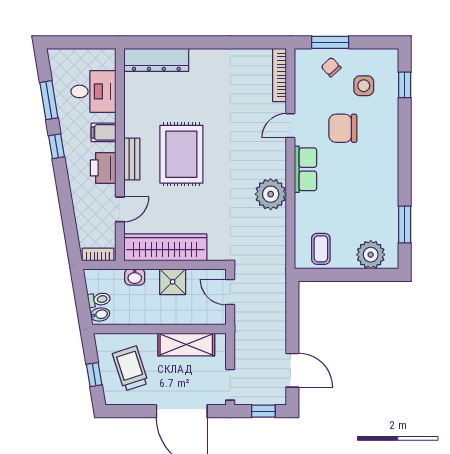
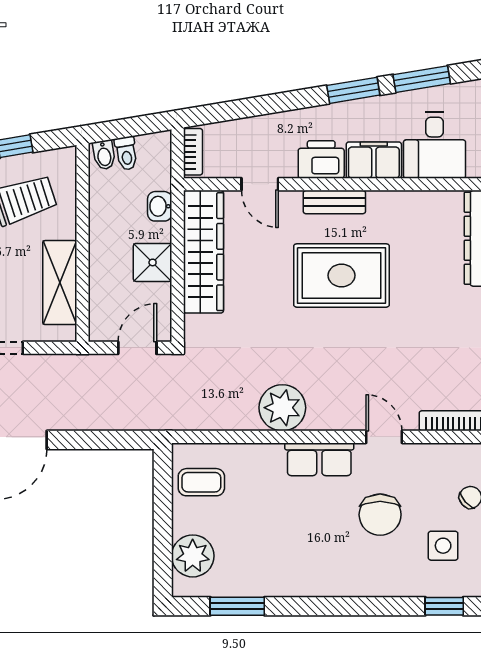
chair: (343, 128) -> (380, 515), turned 180
filing cabinet: (104, 132) -> (374, 160), width x2.00
window: (56, 146) -> (353, 90), width x1.50

